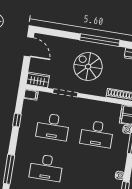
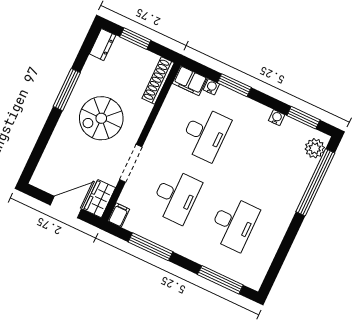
window: (100, 40) -> (67, 90), width x0.68
door: (29, 47) -> (66, 207), moved
window: (17, 120) -> (151, 247), width x2.17

